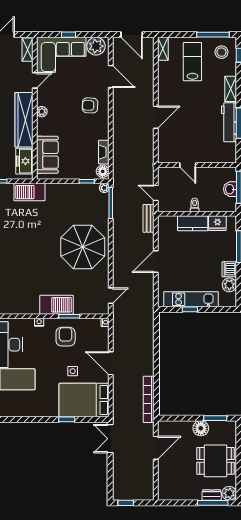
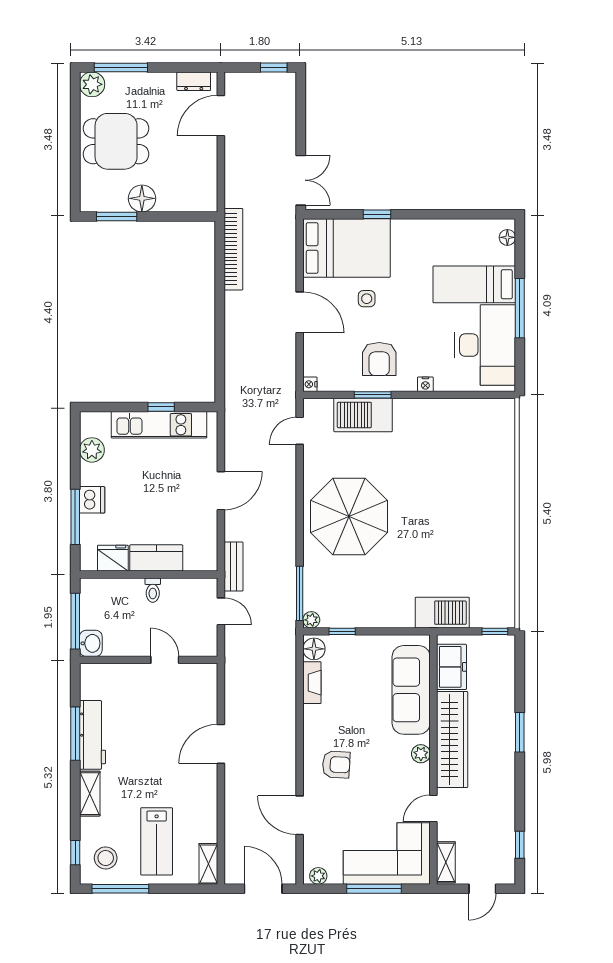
window: (68, 35) -> (374, 889), width x2.17
plant: (96, 46) -> (318, 876), width x0.53, depth x0.53
sofa: (47, 155) -> (411, 690), width x1.36
washbasin: (230, 189) -> (91, 643), moved
dishwasher: (229, 269) -> (92, 500), moved
barbecue: (57, 305) -> (363, 415), moved
door: (156, 448) -> (221, 116), moved
dresser: (212, 495) -> (194, 81), moved

